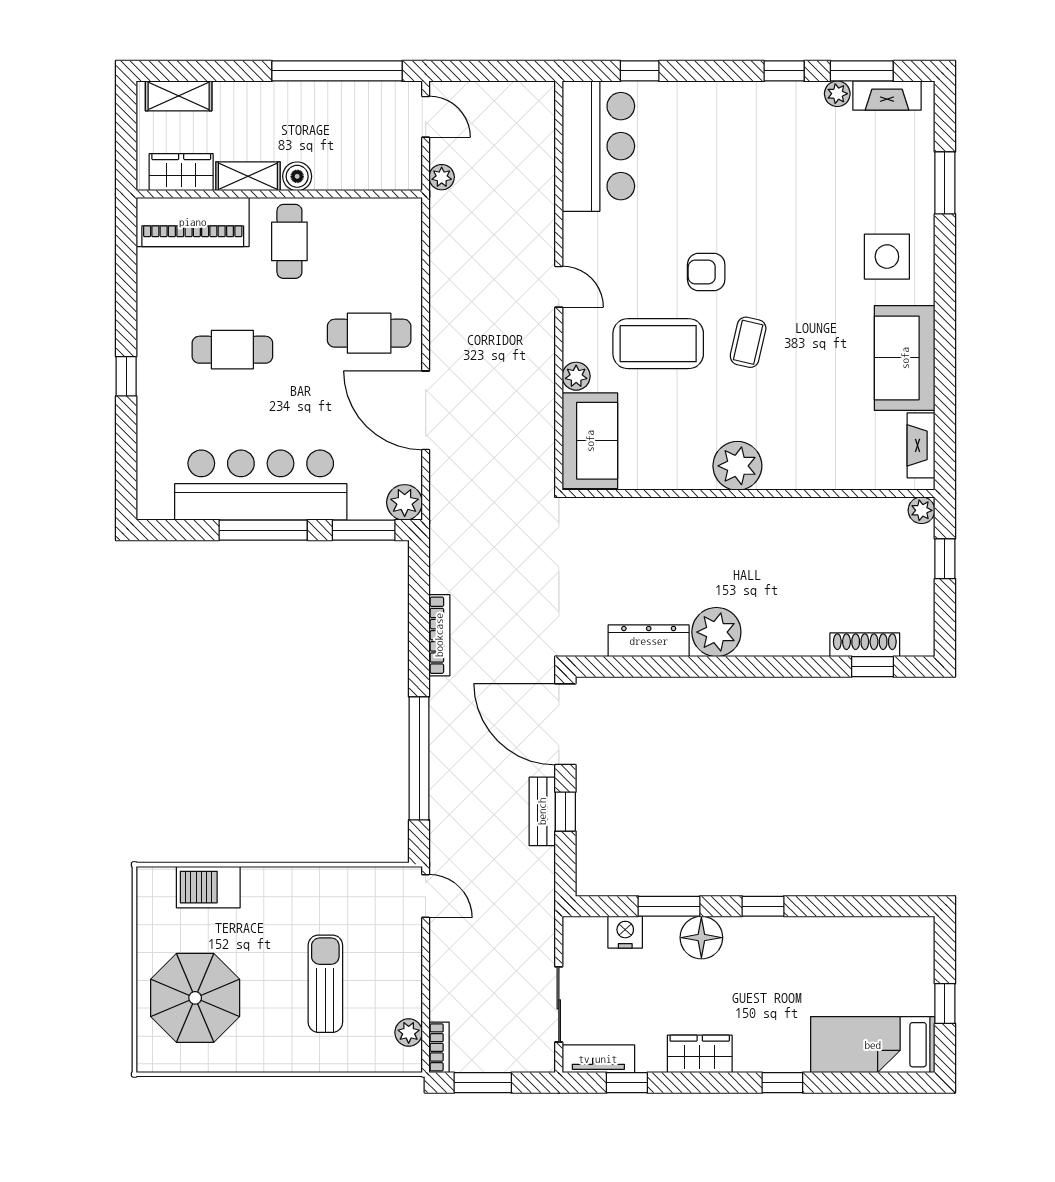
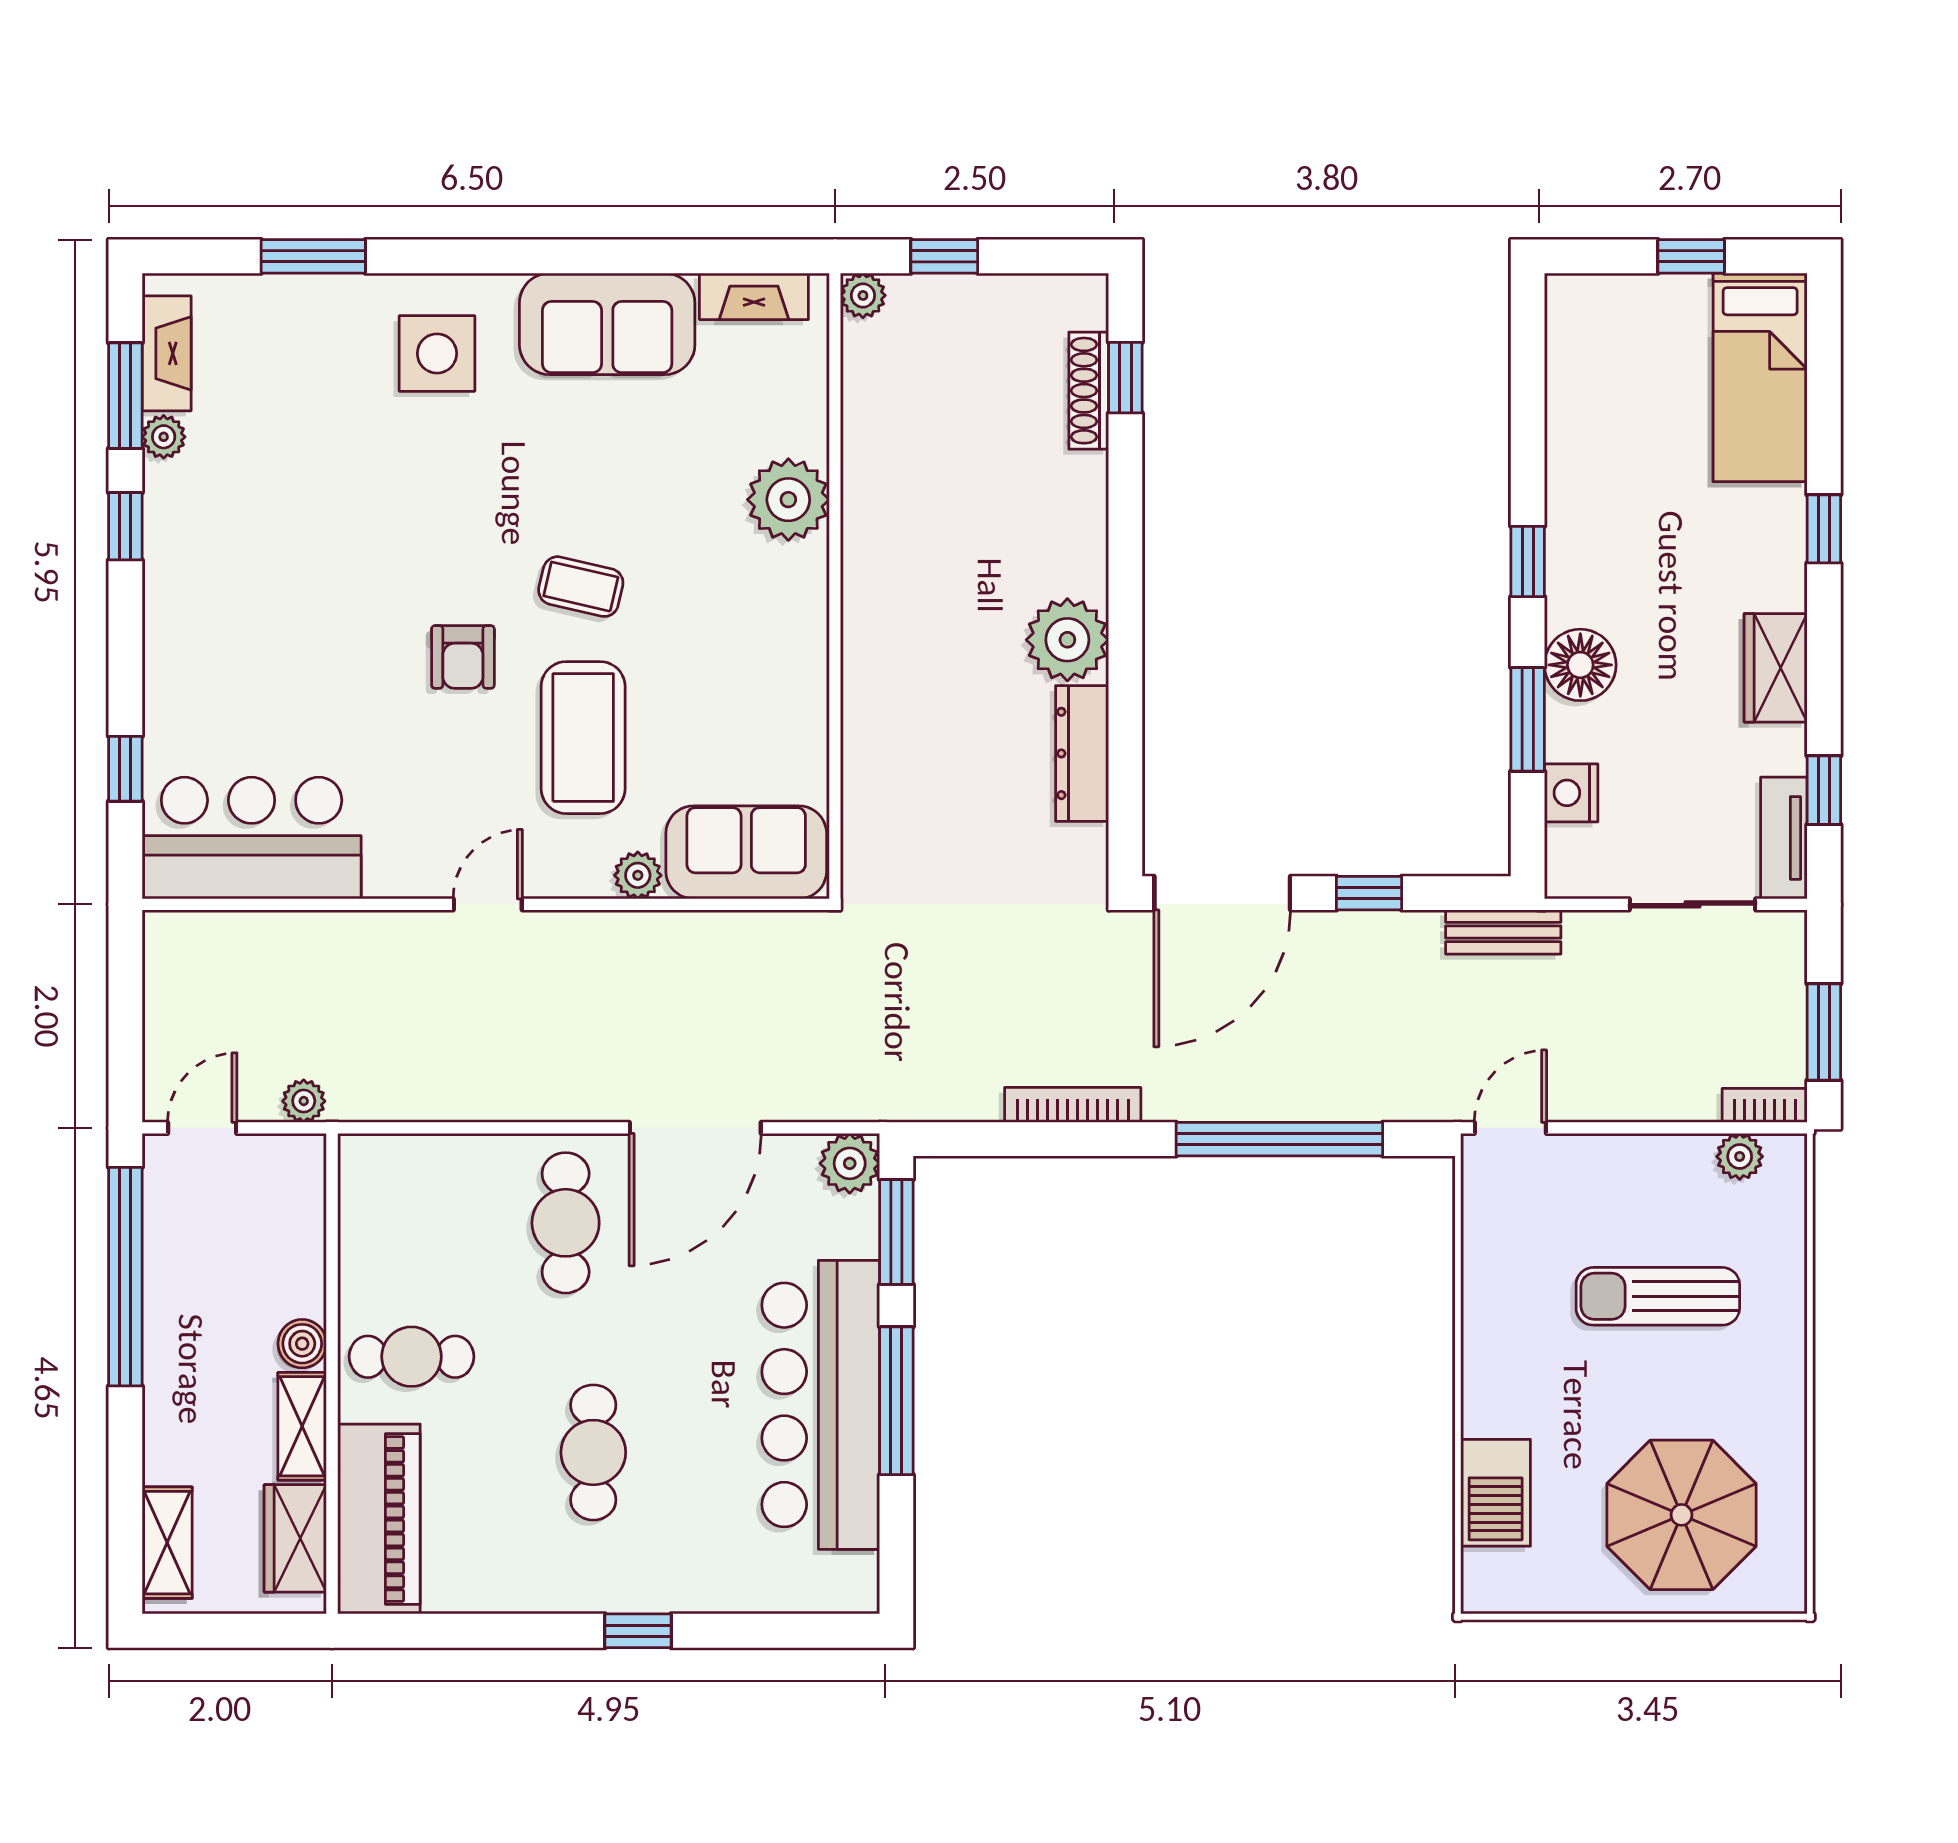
plant: (737, 466) -> (788, 500), moved
bench: (542, 811) -> (1503, 932), moved

